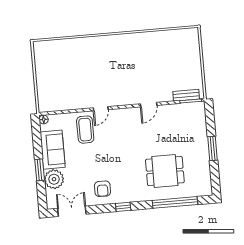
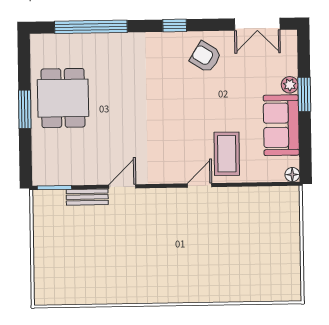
bench: (186, 95) -> (87, 197), moved
dining table: (165, 171) -> (63, 98), moved, turned 90
plant: (54, 179) -> (290, 85), width x0.53, depth x0.53
armchair: (103, 189) -> (206, 57), turned -58

